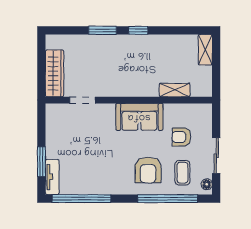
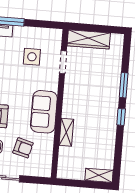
shelving: (175, 90) -> (66, 132), moved
side table: (79, 135) -> (32, 57), added
armchair: (182, 137) -> (23, 148), turned 105

